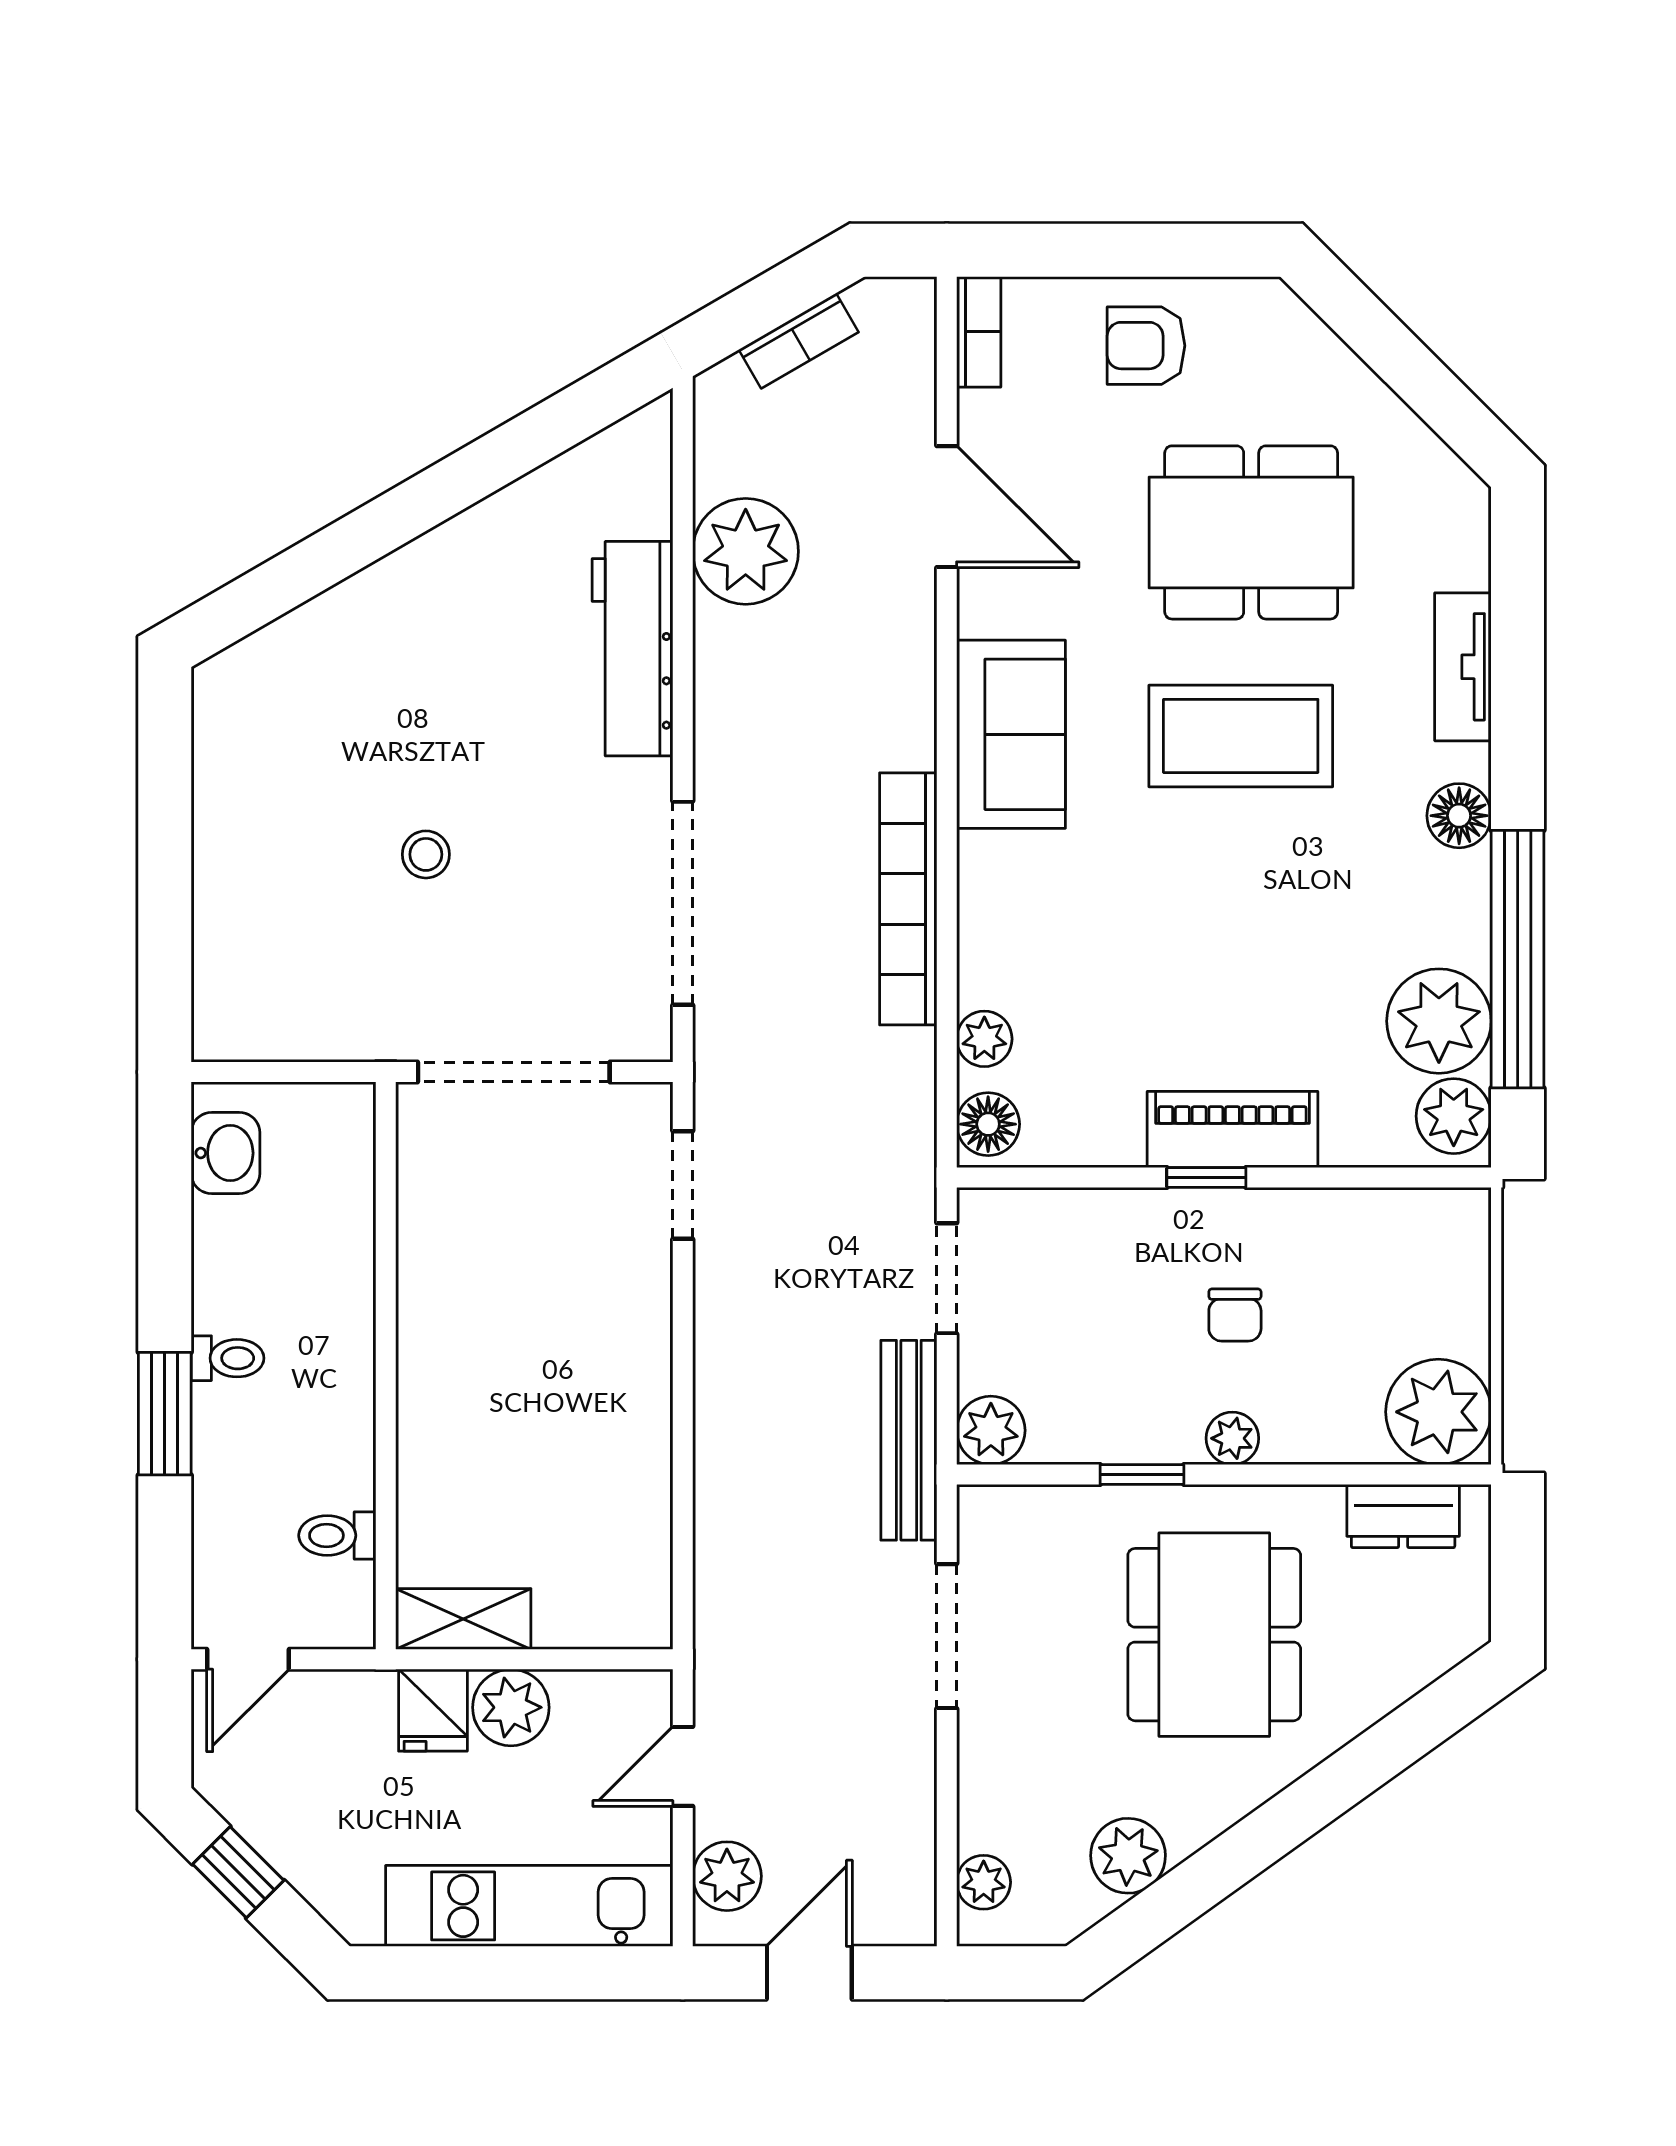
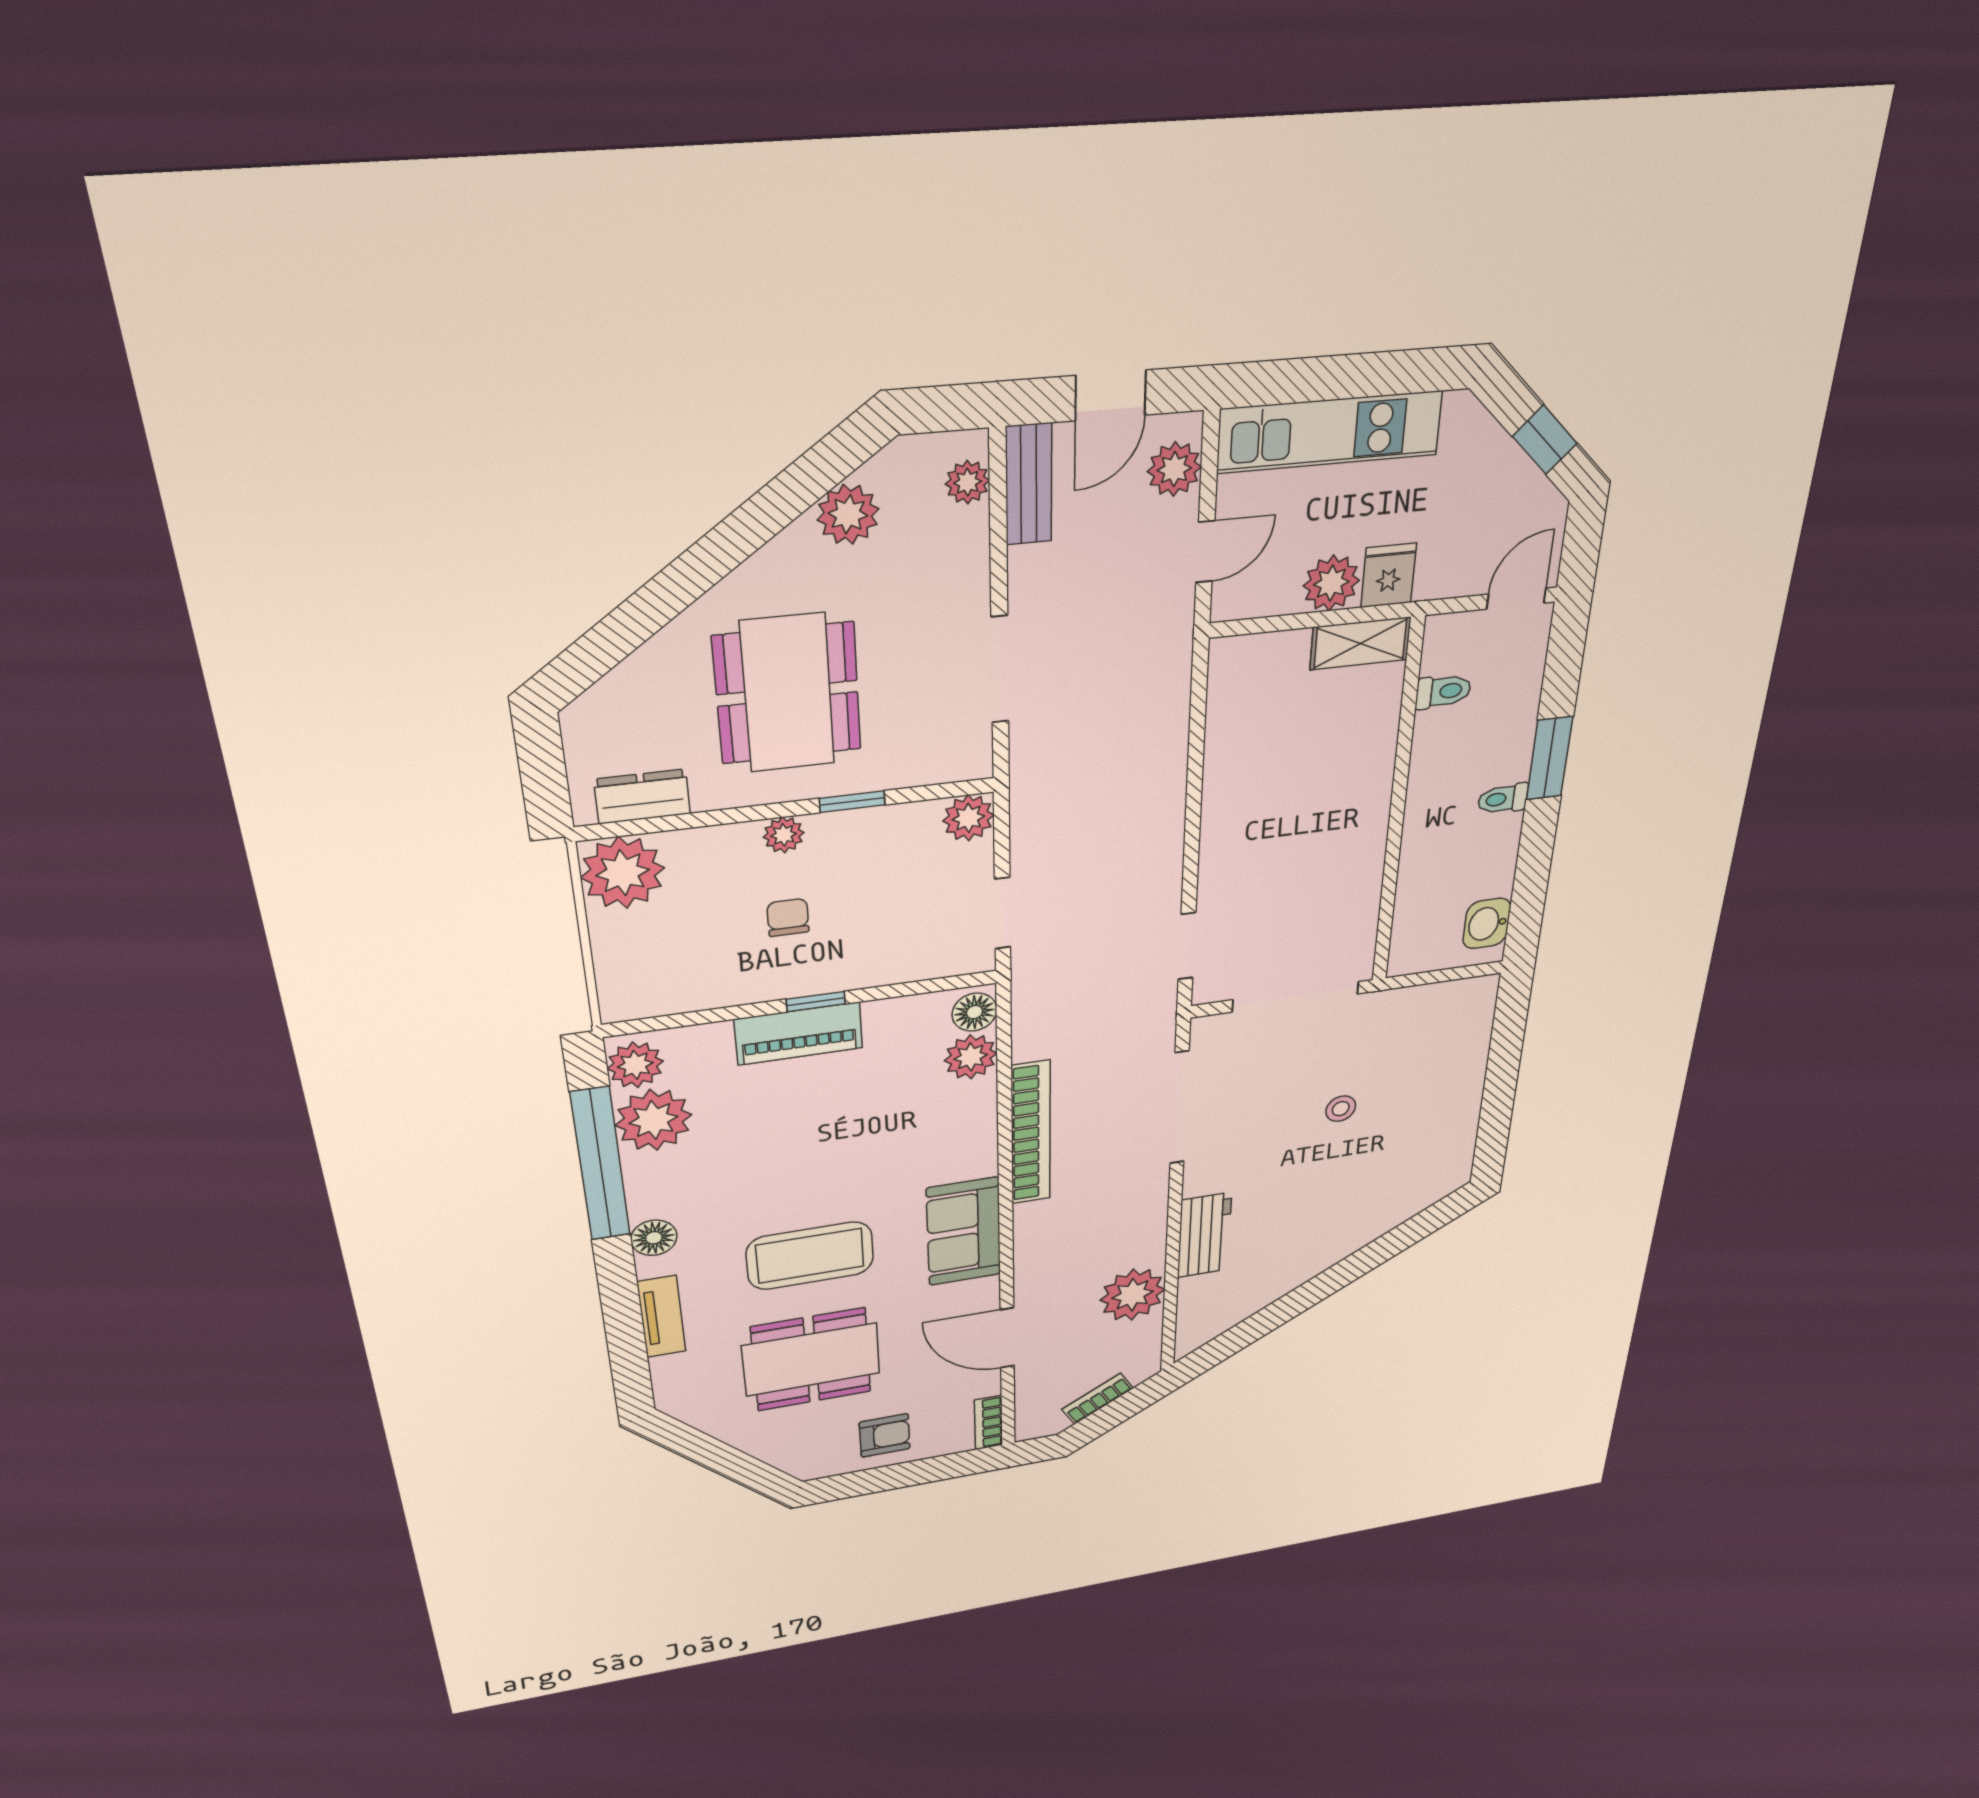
workbench: (633, 649) -> (1204, 1235), width x0.73
plant: (984, 1039) -> (971, 1057), width x1.38, depth x1.38
bench: (909, 1440) -> (1029, 484), moved, width x0.73

